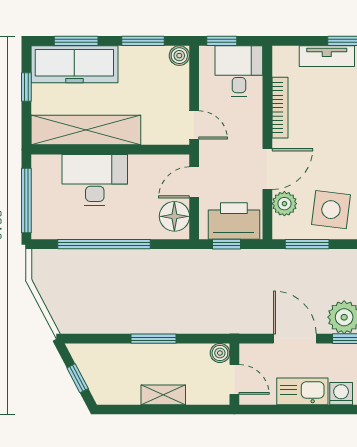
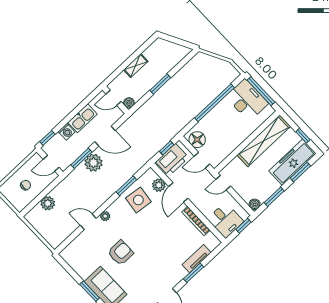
desk: (95, 180) -> (247, 100), moved, turned -90
door: (194, 182) -> (202, 160), swing flipped
window: (307, 244) -> (126, 186), moved
window: (78, 378) -> (175, 40), removed

